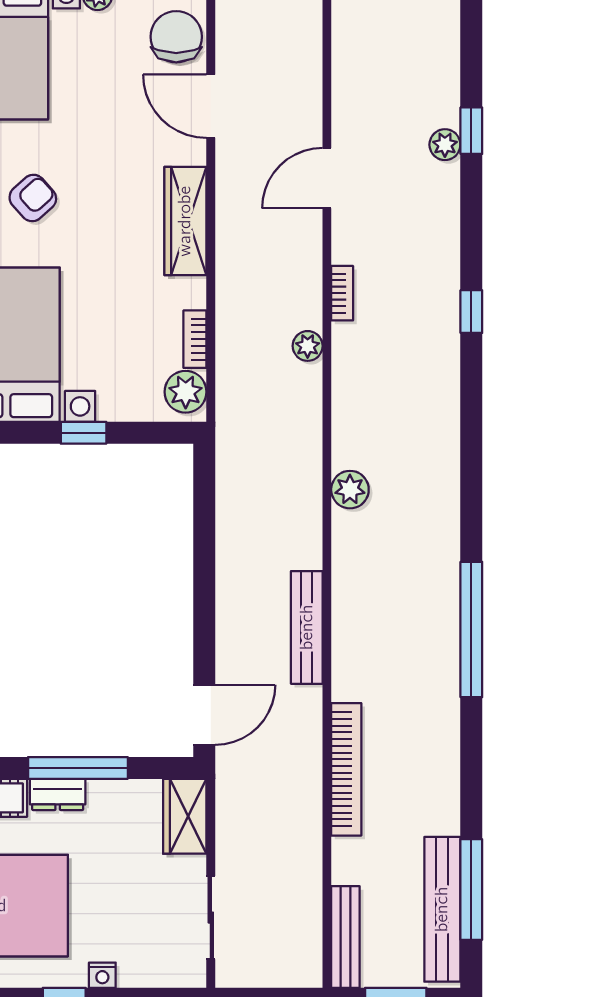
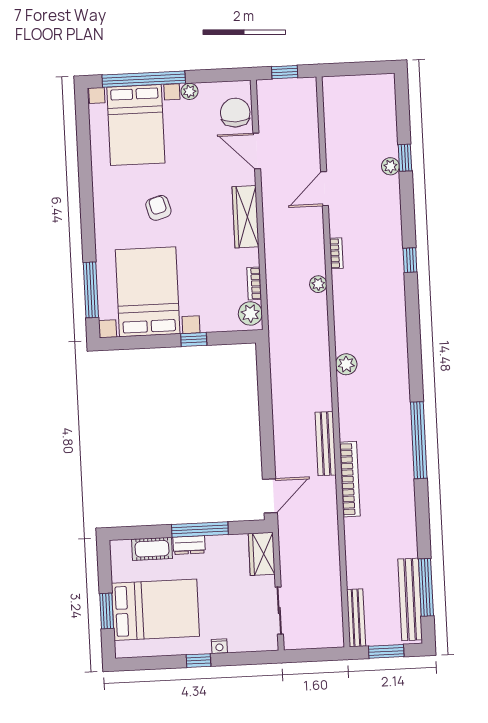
armchair: (33, 198) -> (158, 208), turned -64
bookcase: (346, 769) -> (350, 479), moved

